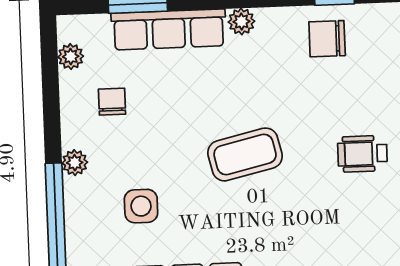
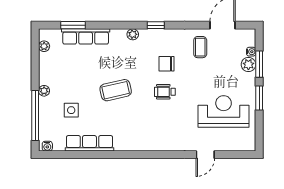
plant: (241, 22) -> (133, 34), moved
chair: (327, 39) -> (167, 64), moved
chair: (112, 102) -> (61, 66), removed

